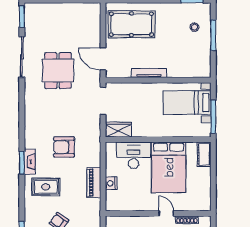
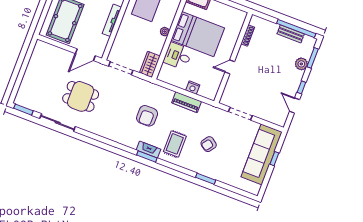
plant: (158, 132) -> (165, 32), added
desk: (134, 155) -> (178, 56), width x0.73
door: (166, 213) -> (230, 67), moved

